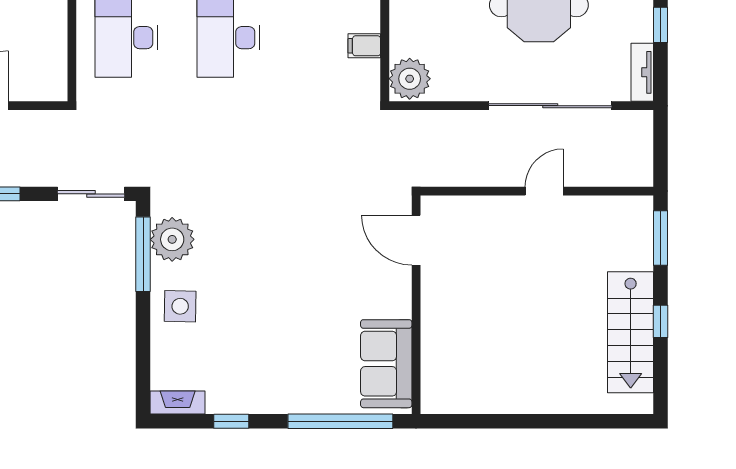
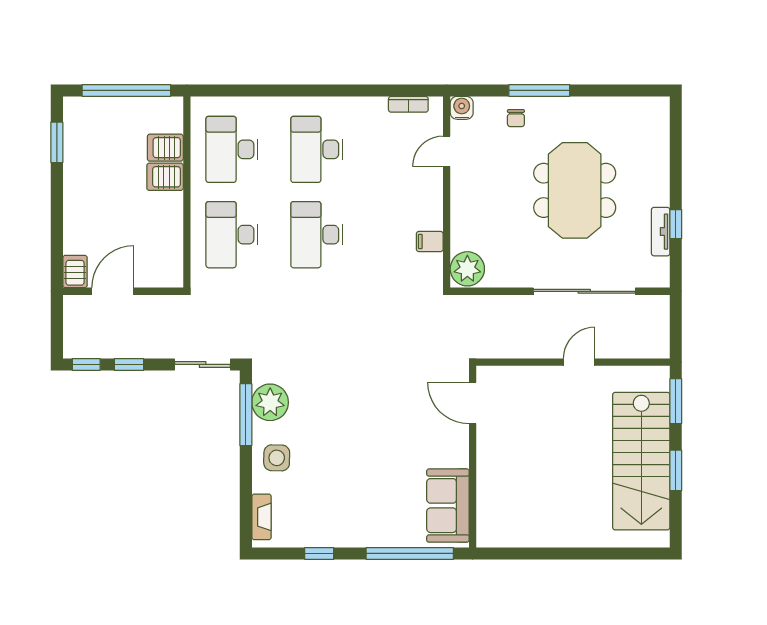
tv unit: (642, 72) -> (661, 232), moved
window: (661, 321) -> (676, 470), width x1.50
stairs: (631, 332) -> (641, 461), width x1.36, depth x1.51
fireplace: (178, 403) -> (262, 517), moved, turned 90

